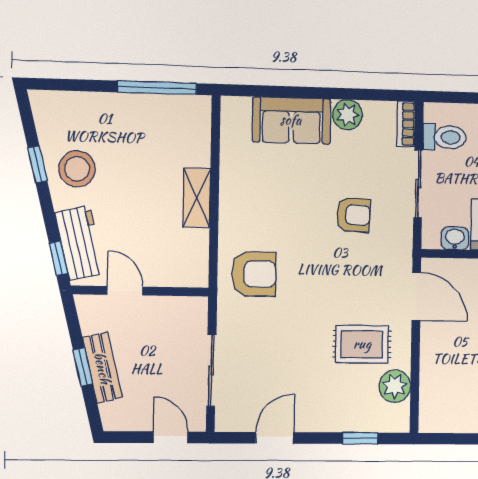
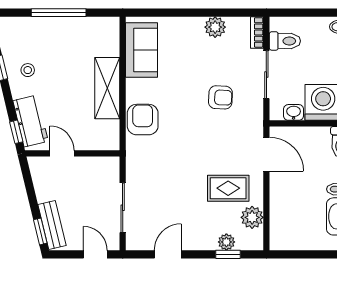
window: (157, 88) -> (59, 13), moved
sofa: (291, 120) -> (141, 50), moved, turned -90
stool: (77, 169) -> (28, 70), width x0.53, depth x0.53
shelving: (197, 198) -> (107, 88), width x1.50, depth x1.33
armchair: (254, 274) -> (143, 120), moved, turned -90
window: (83, 367) -> (40, 231), moved
bench: (102, 368) -> (52, 225), moved
plant: (358, 421) -> (226, 242), added

